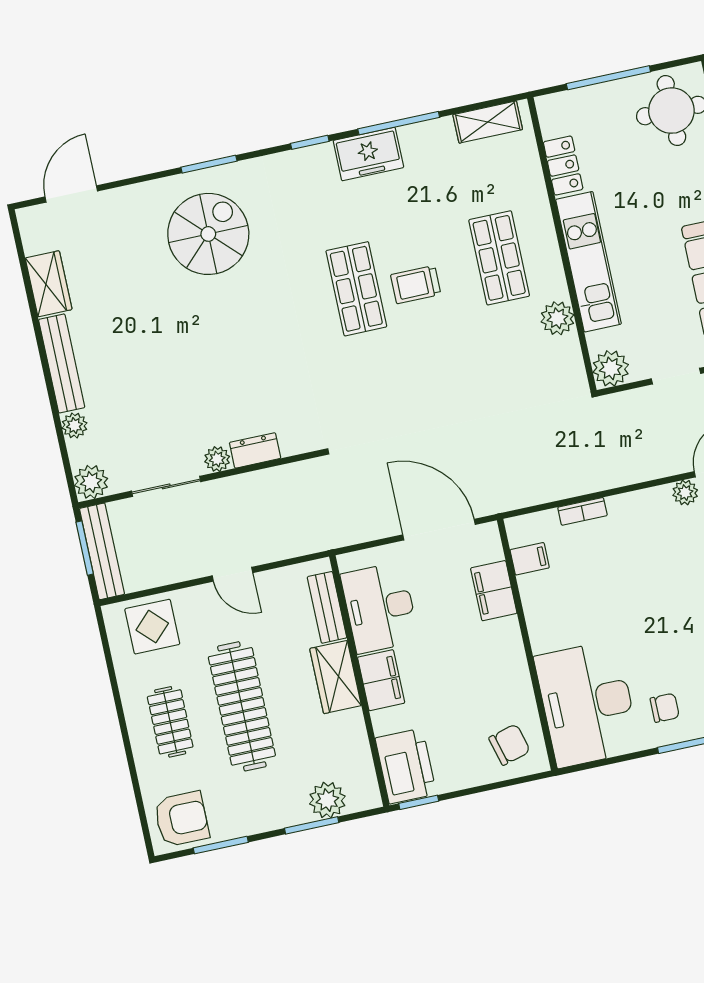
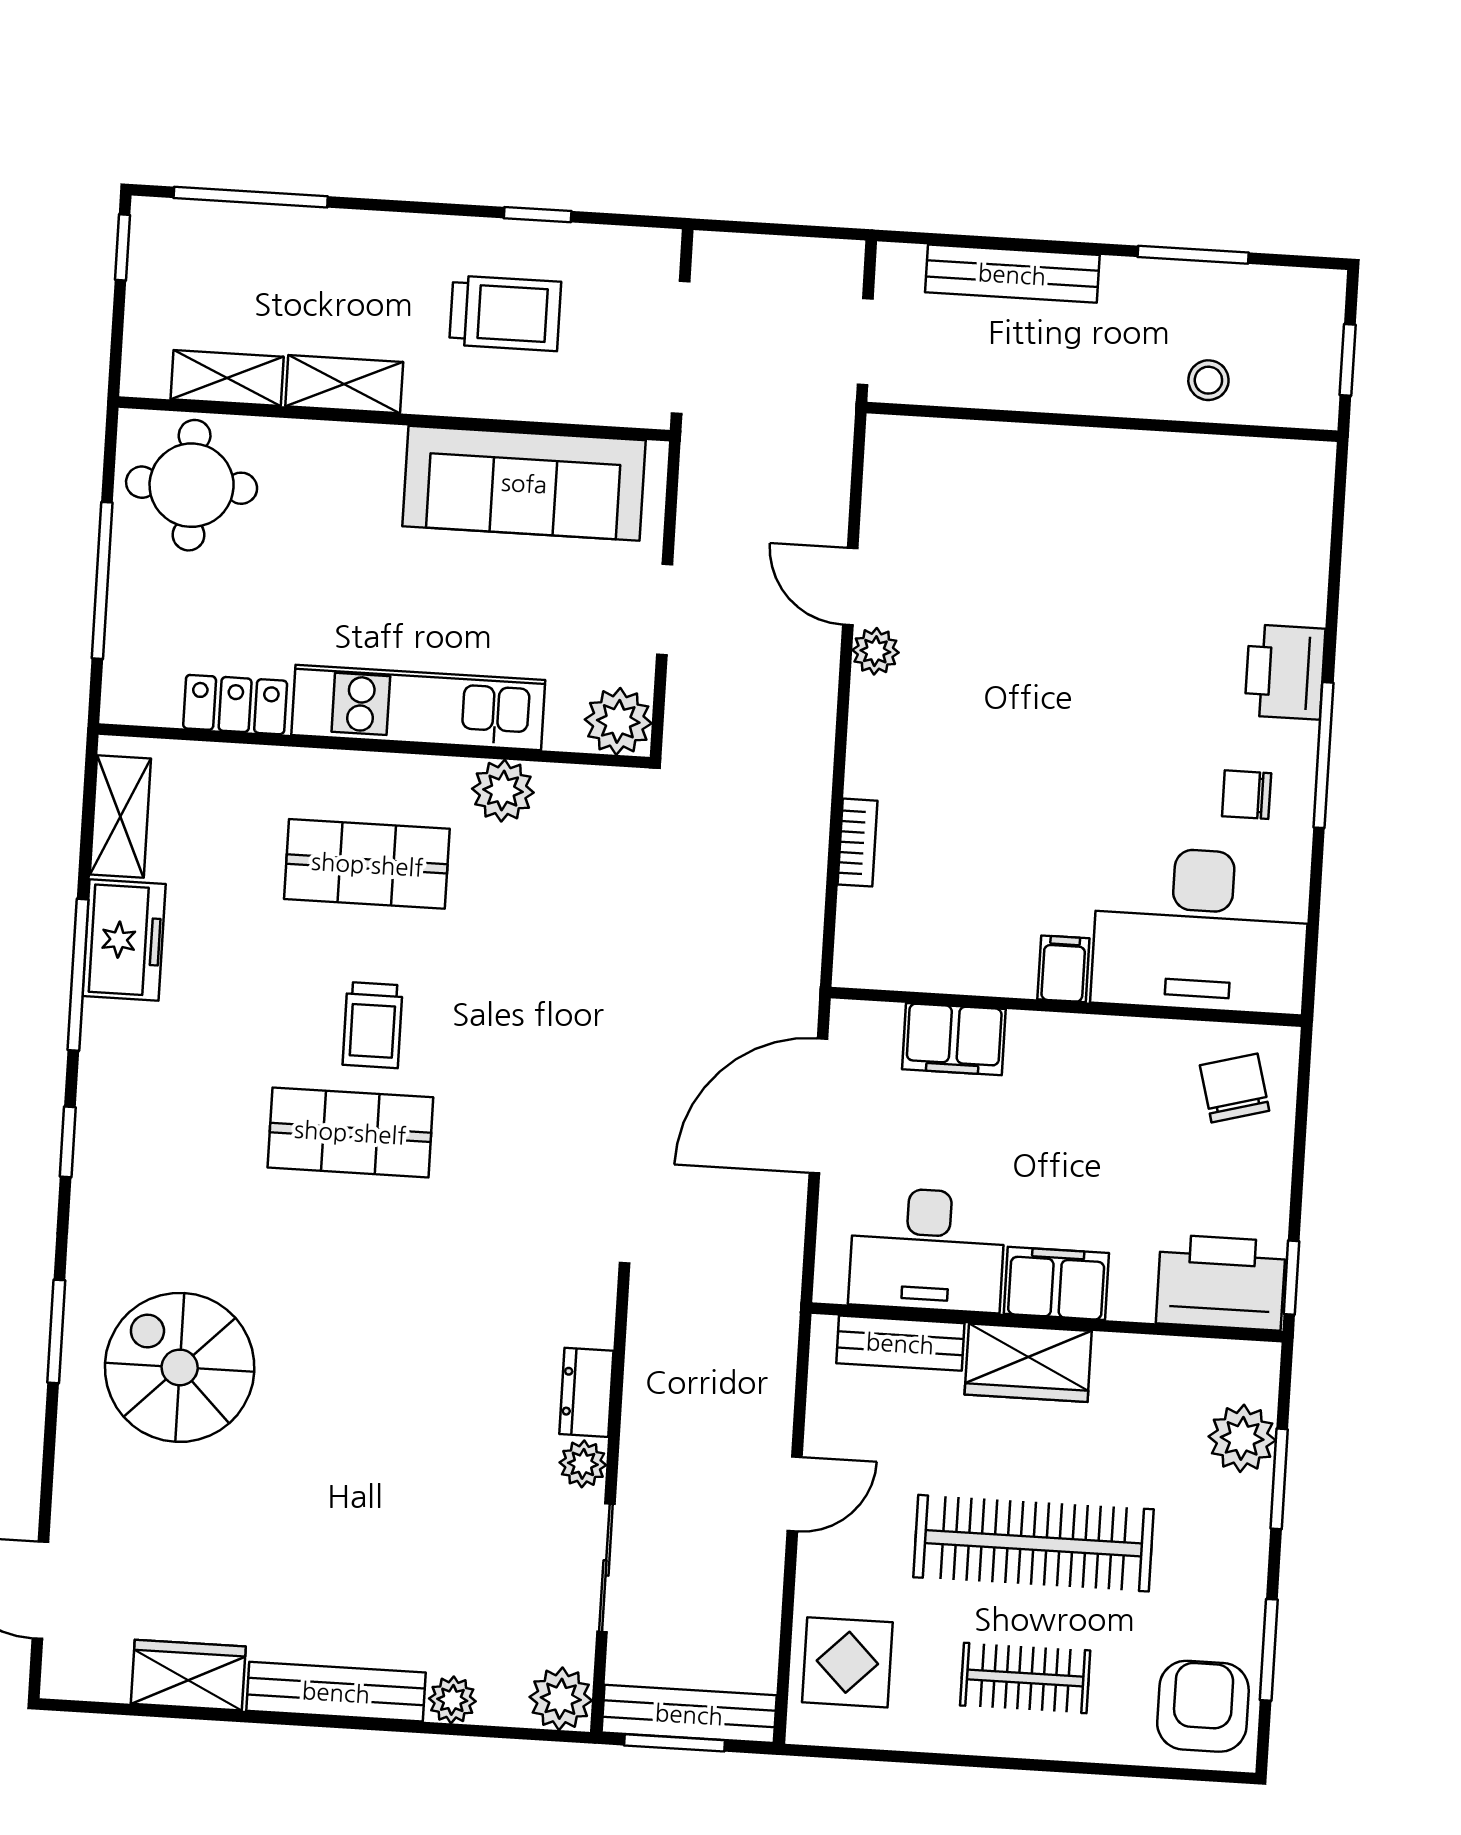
freezer: (368, 154) -> (124, 940), moved
filing cabinet: (530, 559) -> (1063, 969), moved
chair: (665, 708) -> (1247, 795), turned -90

